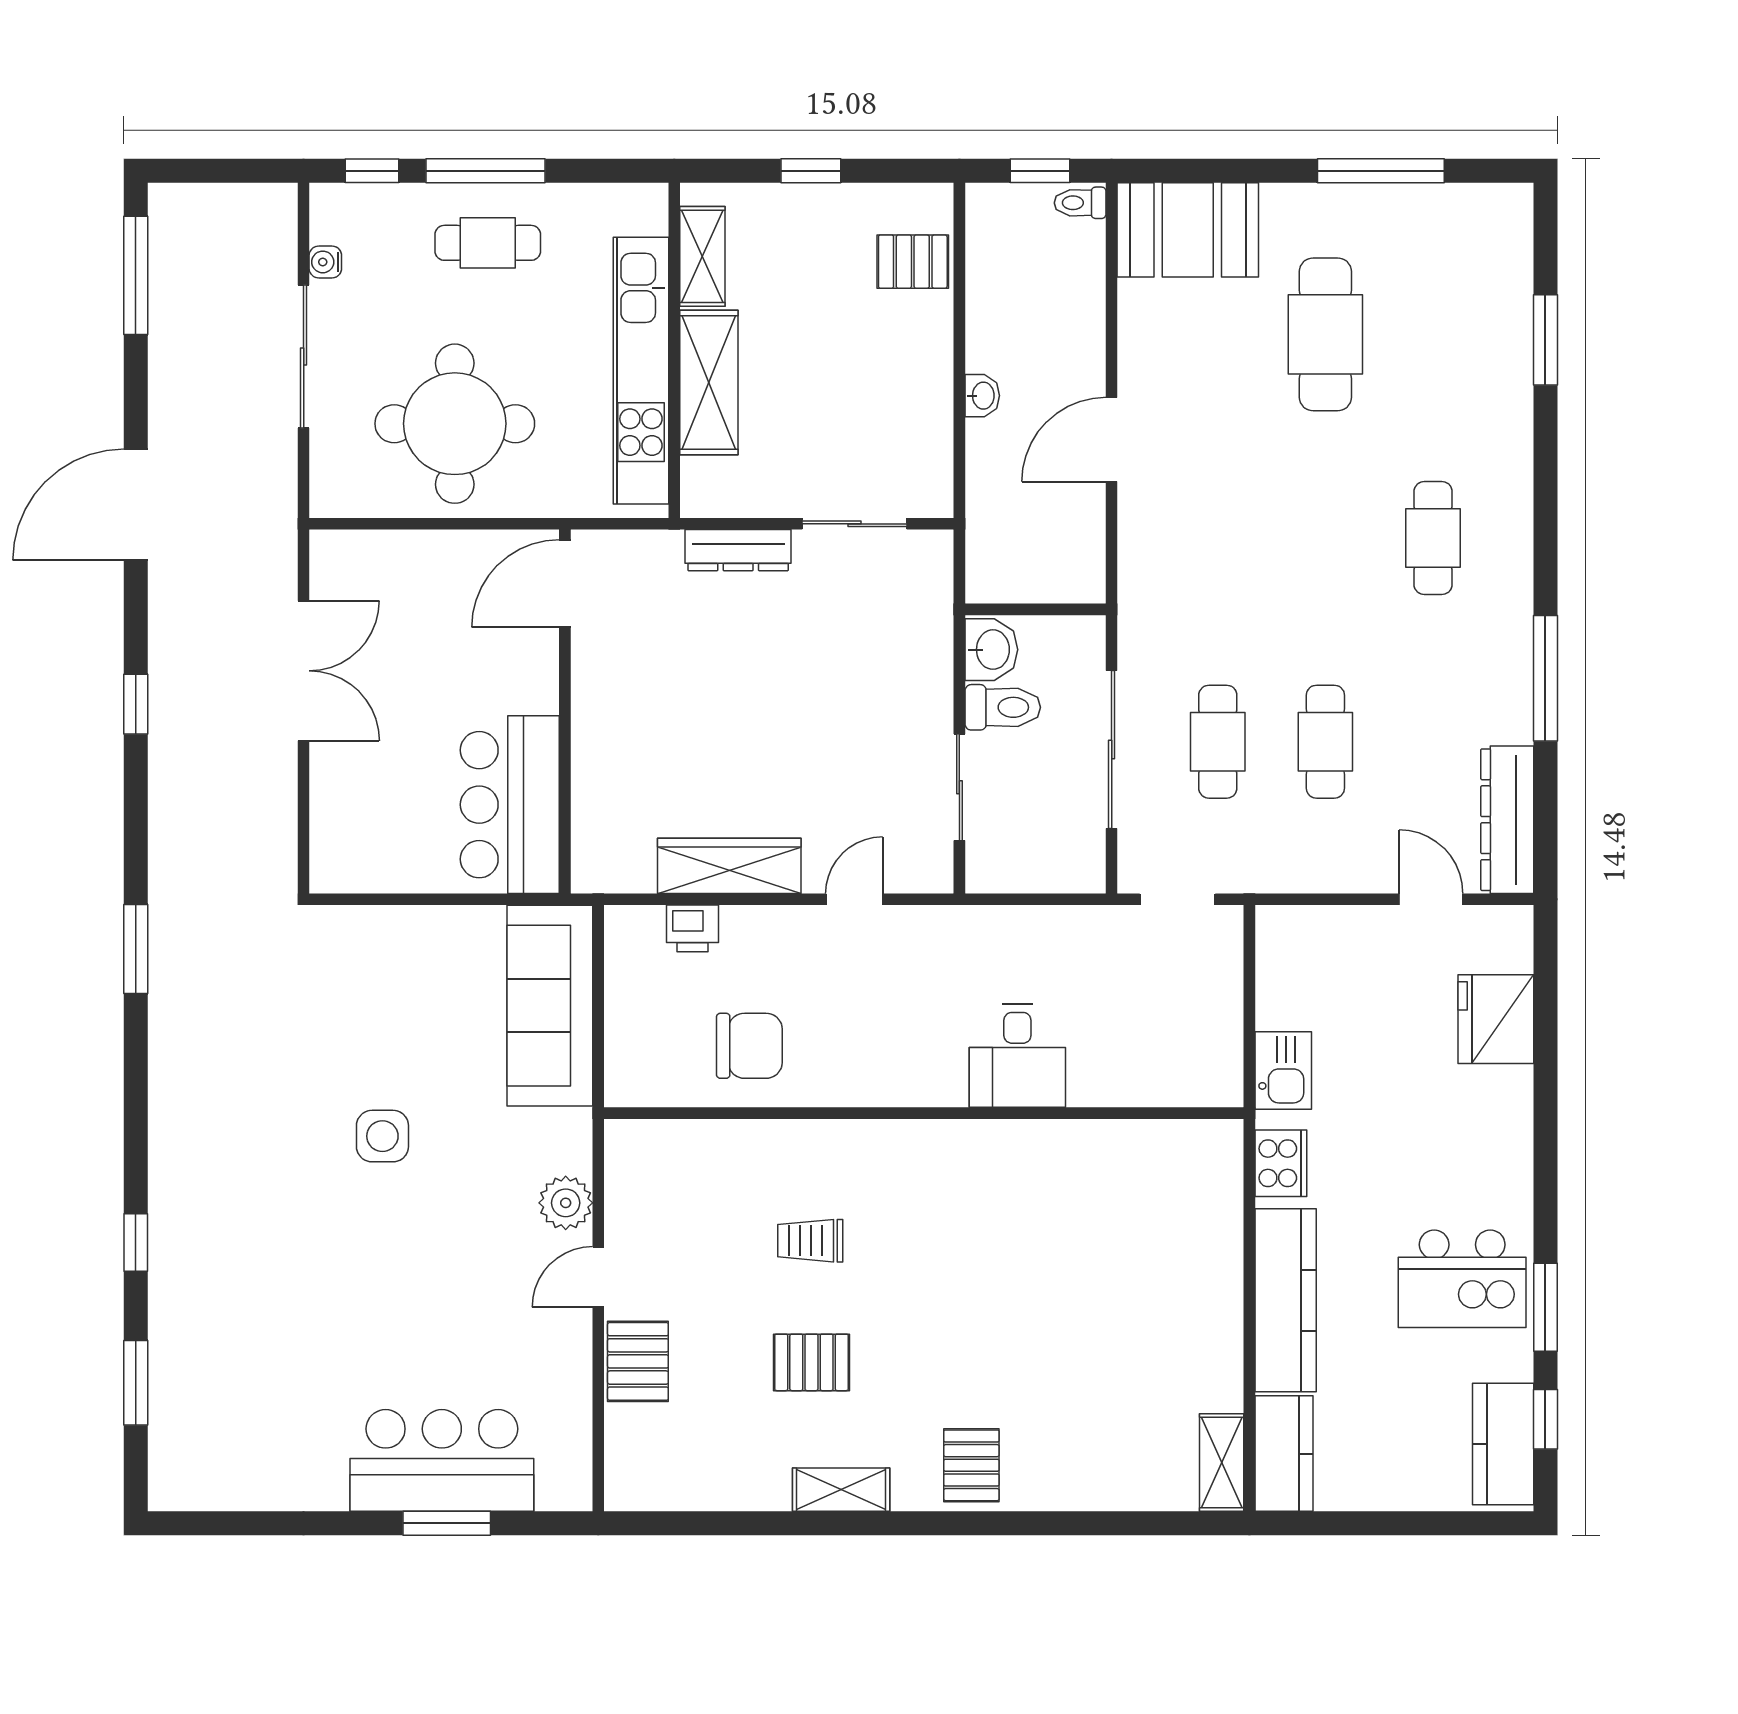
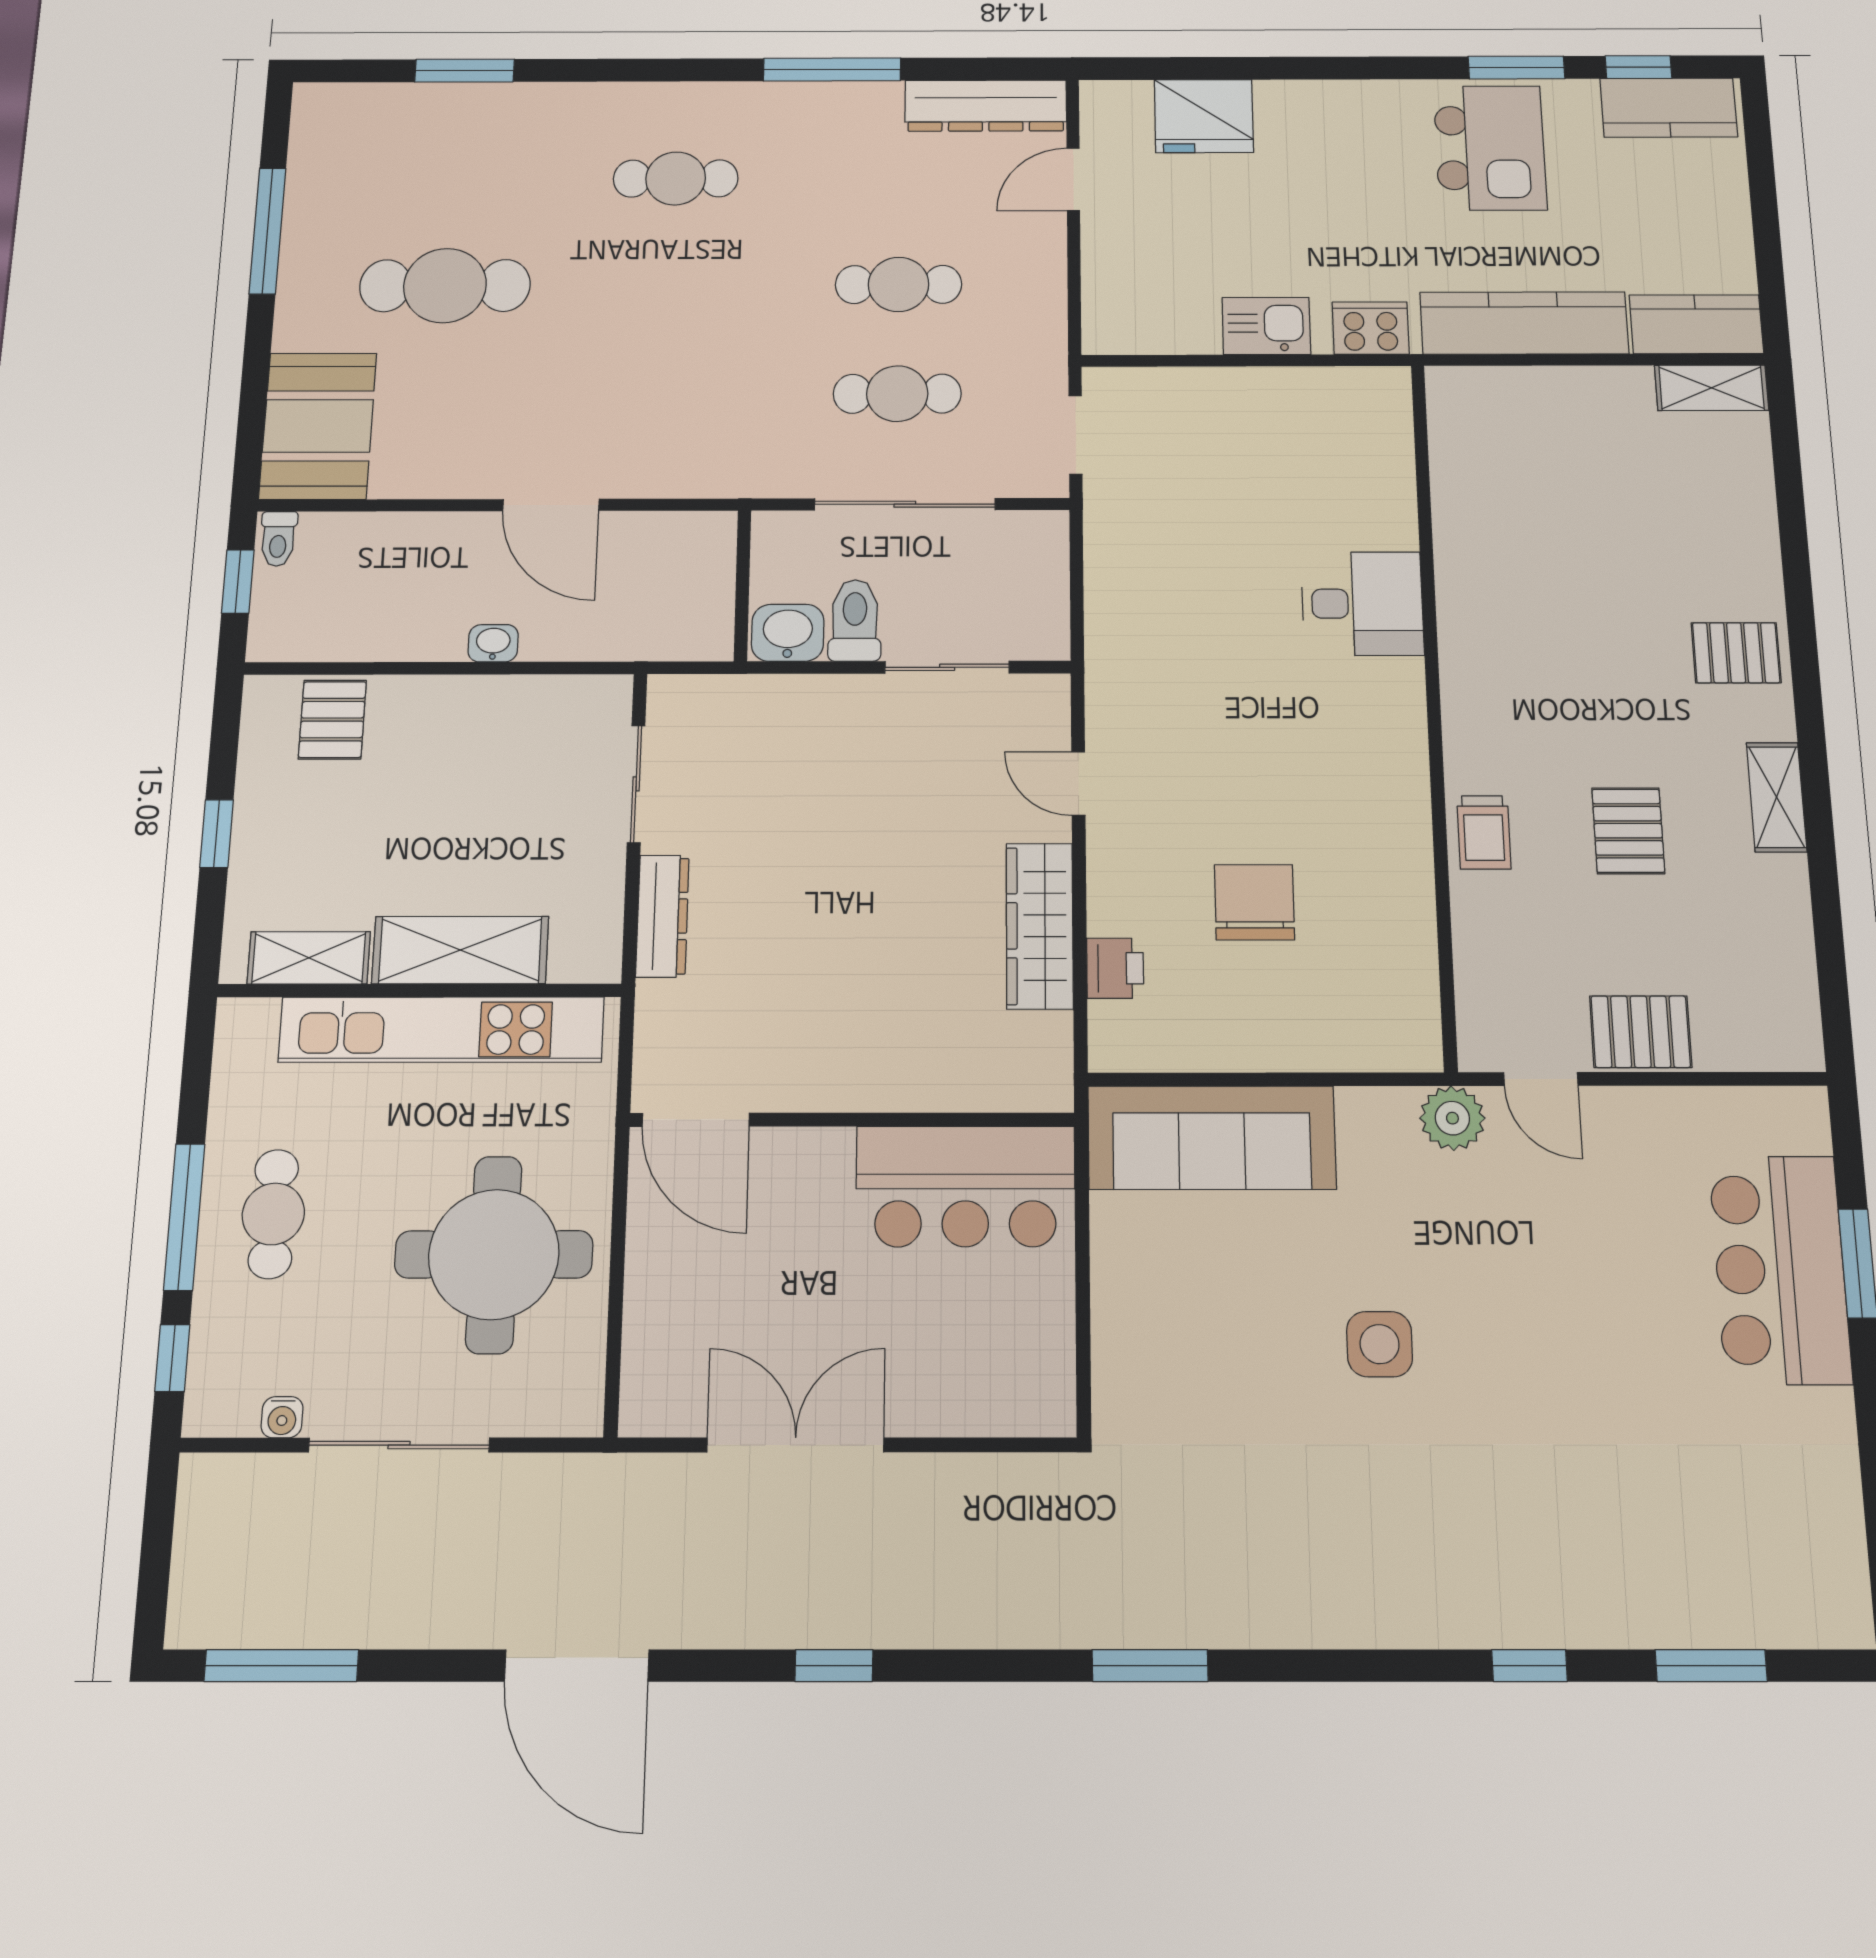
desk: (1017, 1056) -> (1362, 604), moved
wall: (924, 1113) -> (1434, 706), moved

